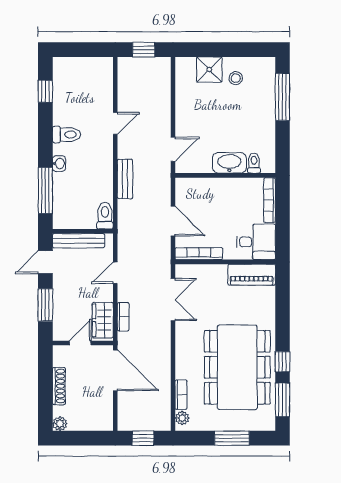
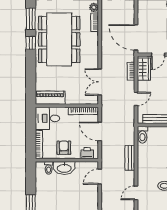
printer: (193, 186) -> (87, 153), added
armchair: (230, 195) -> (64, 148), added

